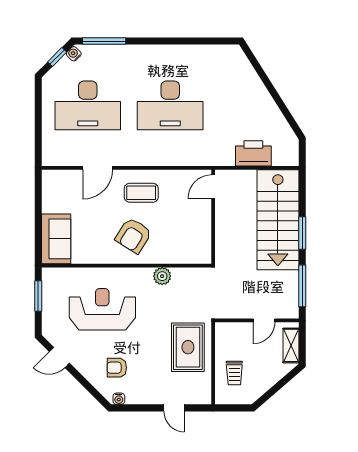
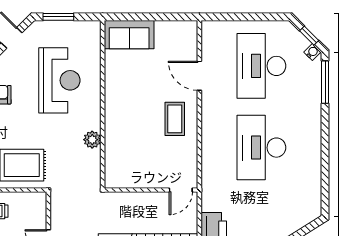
door: (213, 187) -> (181, 190), swing flipped
armchair: (133, 235) -> (132, 111), removed
window: (38, 296) -> (58, 17), moved

